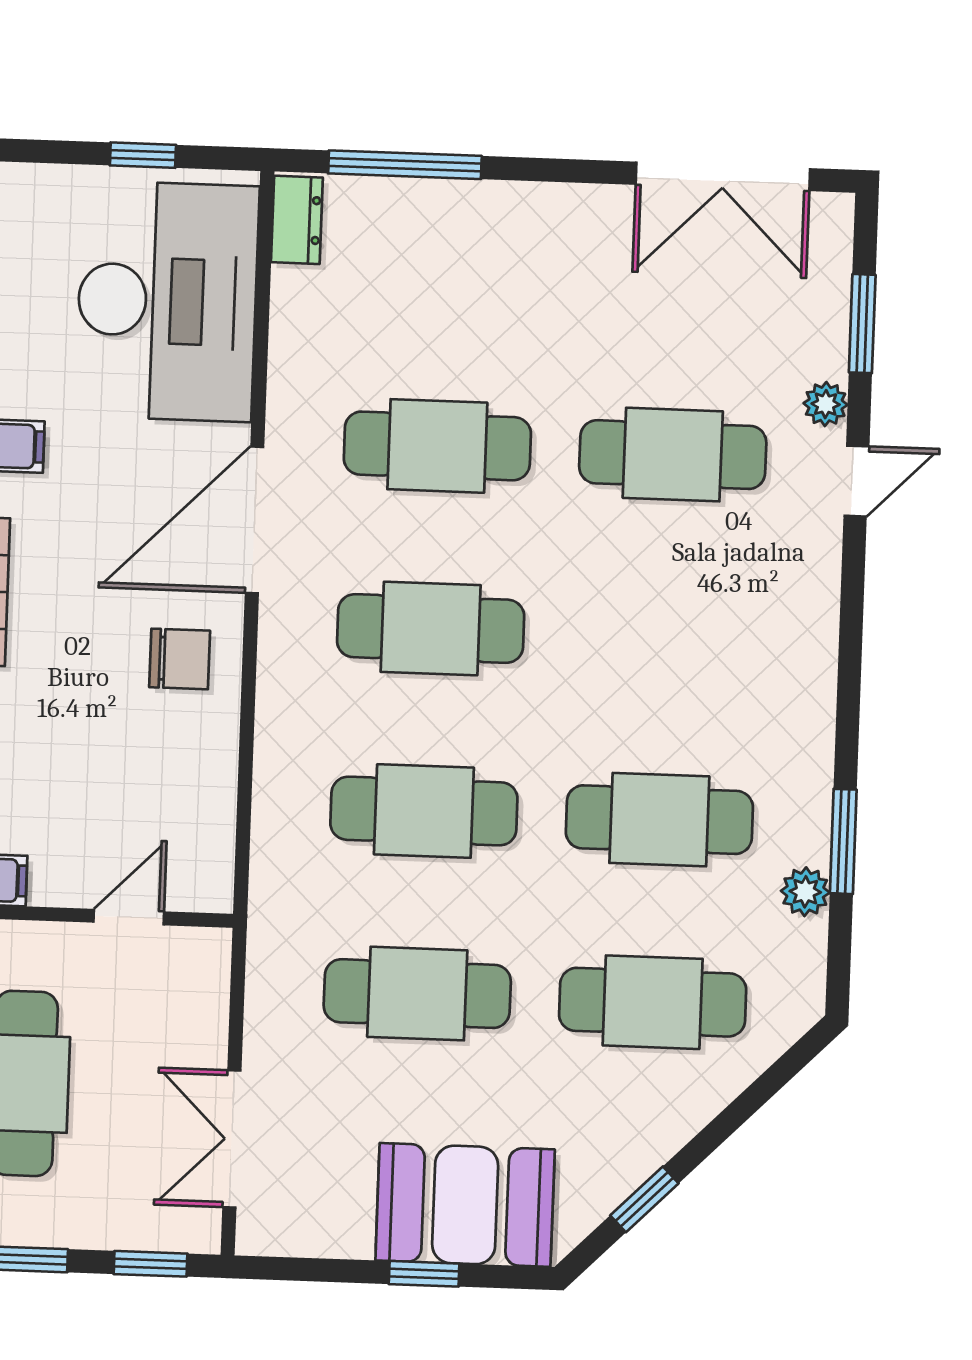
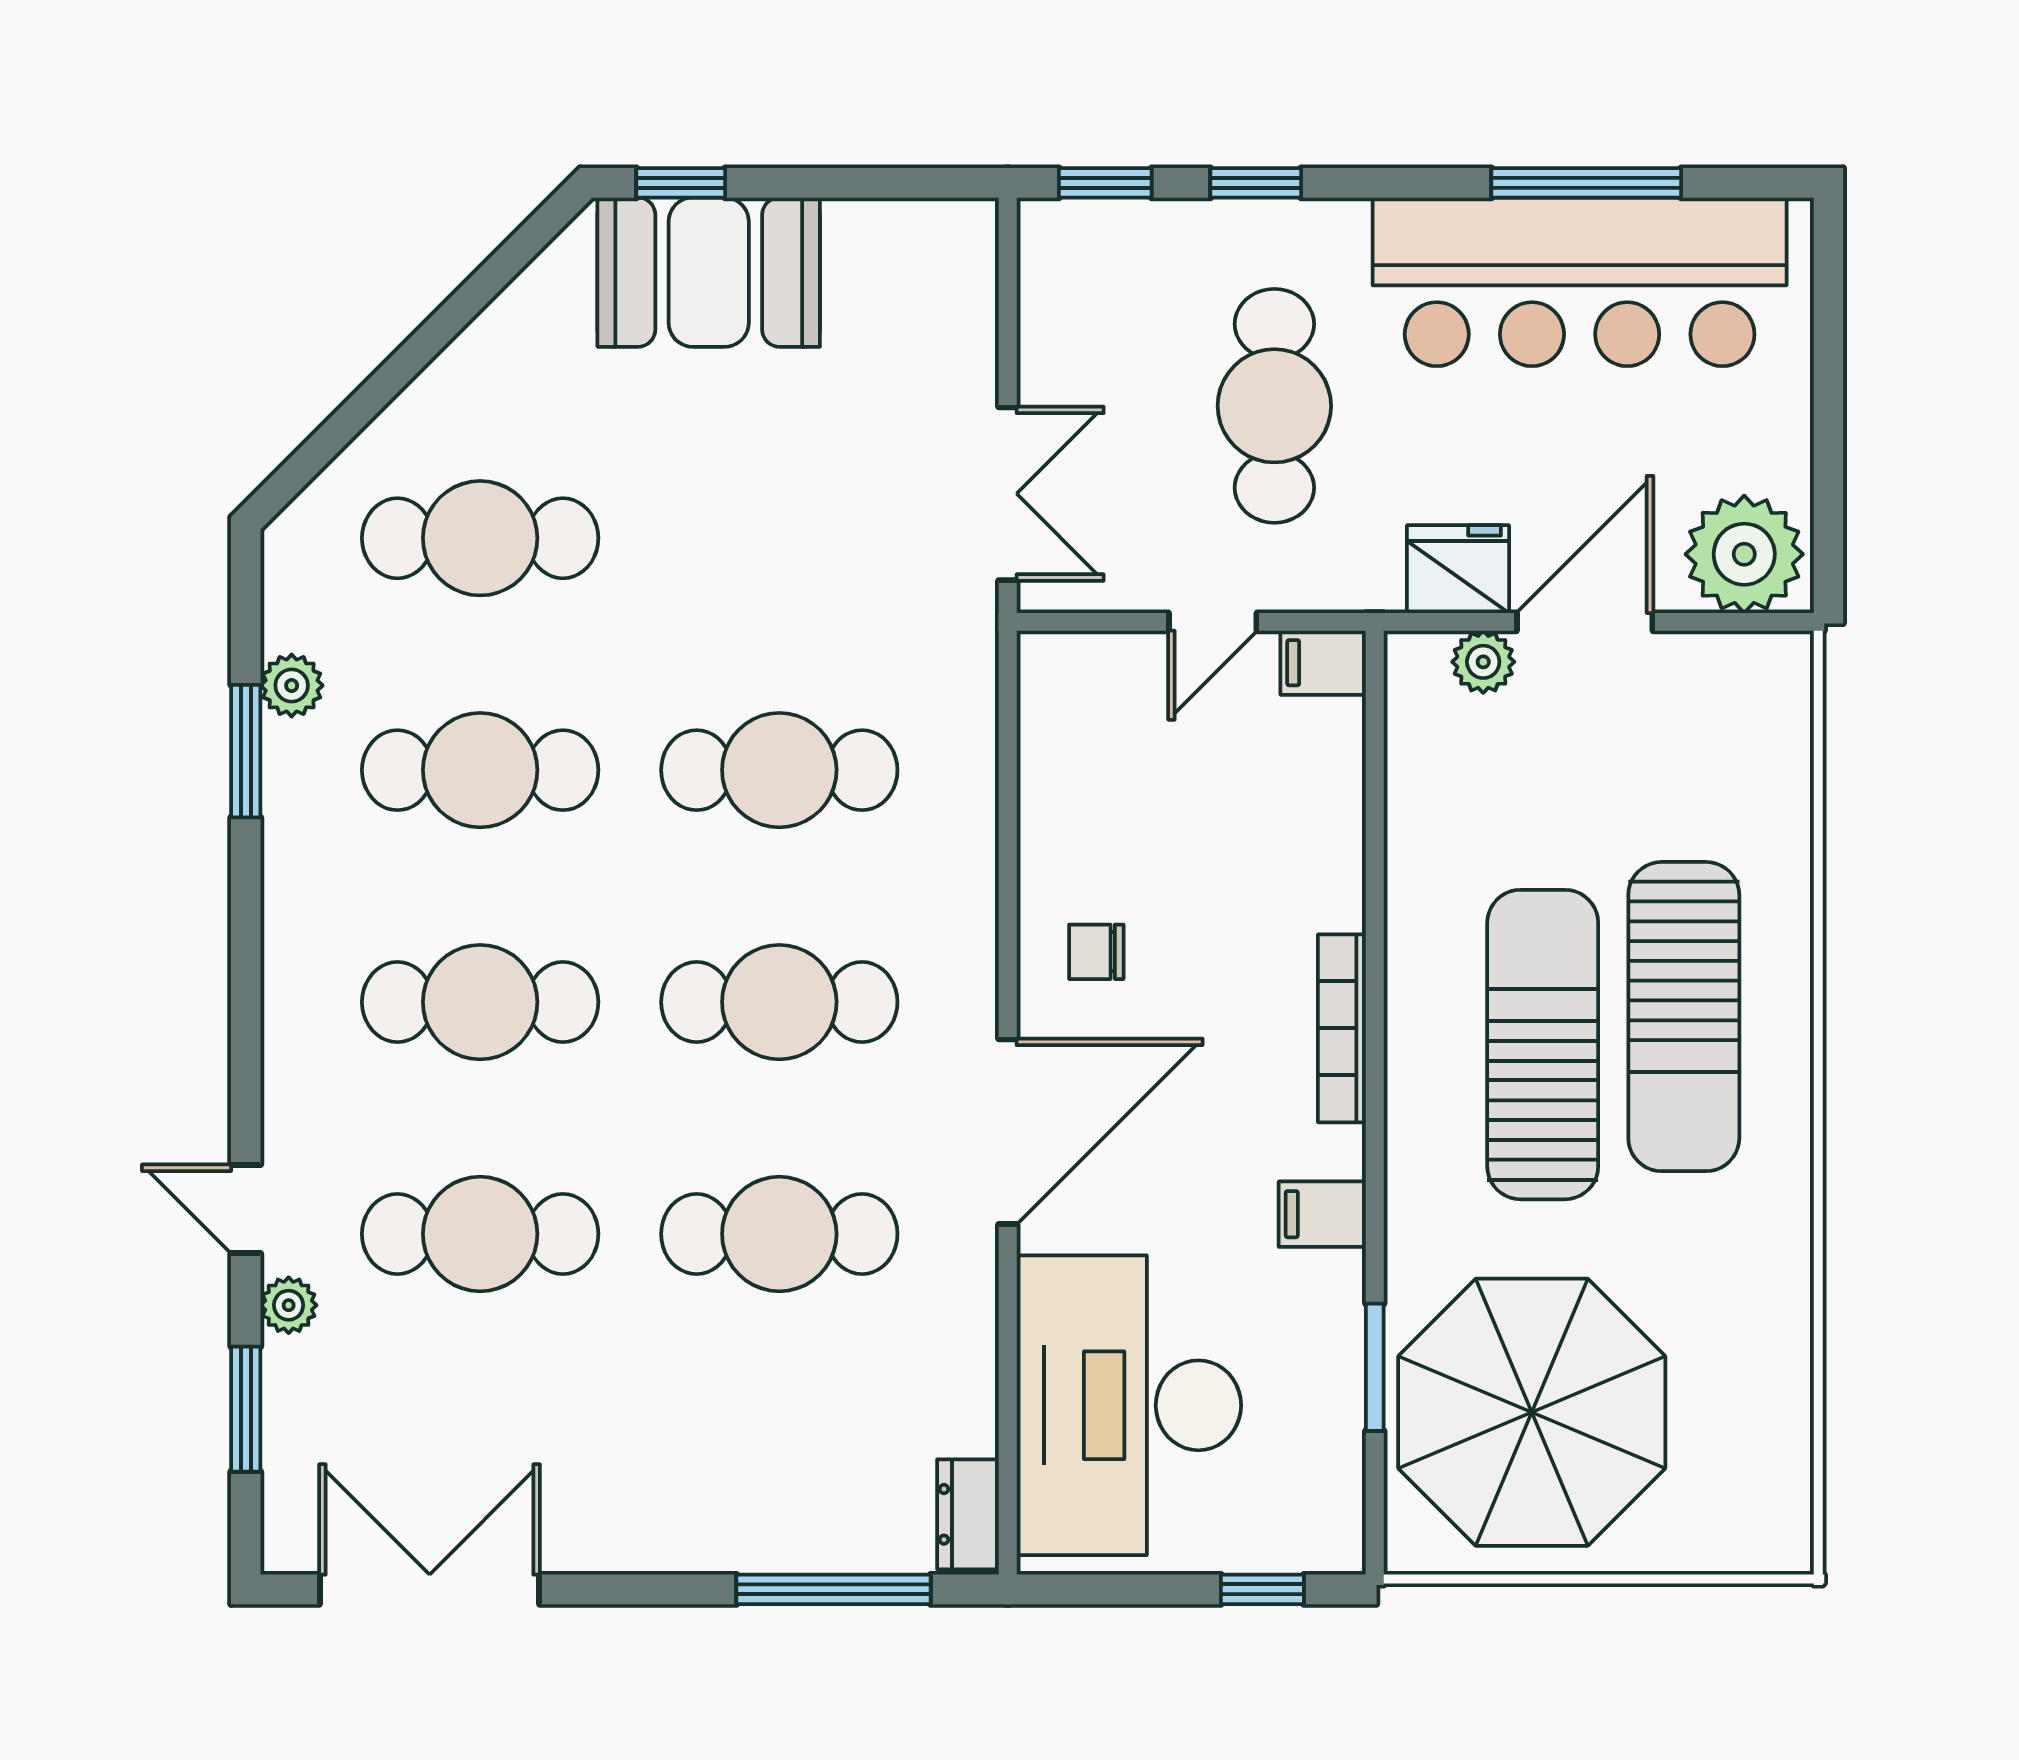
window: (143, 155) -> (1262, 1589), moved
door: (856, 481) -> (246, 1209), hinge flipped
chair: (180, 659) -> (1096, 952), width x0.73, depth x0.73
door: (129, 917) -> (1213, 622), moved
cafe table: (417, 994) -> (480, 1002), moved
double door: (232, 1139) -> (1008, 494), moved
window: (644, 1199) -> (481, 288), removed
window: (424, 1274) -> (681, 183), moved

